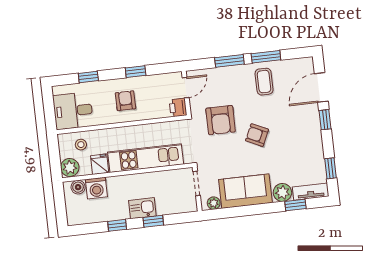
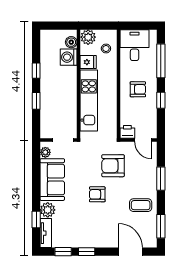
window: (266, 57) -> (161, 226), moved
window: (88, 77) -> (161, 61), width x2.17
window: (325, 120) -> (87, 252), moved
armchair: (257, 135) -> (97, 194), turned -115
kitchen sink: (142, 208) -> (48, 93), removed

